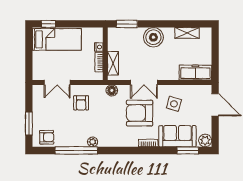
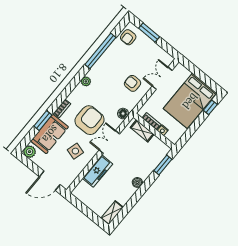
shelving: (187, 33) -> (112, 213), moved
boiler: (153, 37) -> (137, 182), width x0.54, depth x0.54
bed: (57, 39) -> (190, 101), width x1.50
freezer: (195, 73) -> (98, 171), moved
plant: (93, 142) -> (86, 81), moved
window: (188, 150) -> (43, 121), moved

